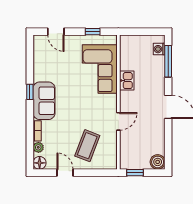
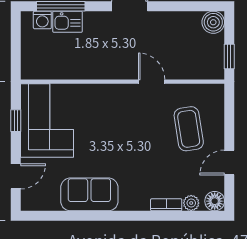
corner sofa: (100, 69) -> (47, 120), moved, turned -90
kitchen sink: (127, 81) -> (67, 22), moved, turned 180
window: (30, 92) -> (107, 216), removed
sofa: (44, 101) -> (89, 194), moved
coffee table: (87, 146) -> (189, 129), turned 60

